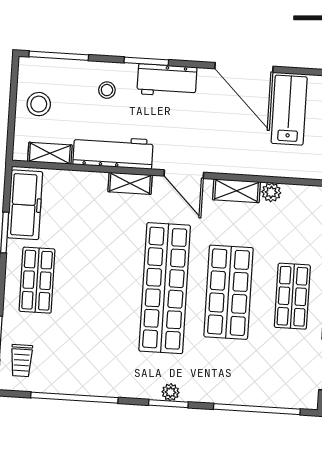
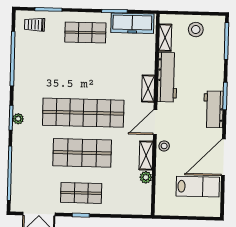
stool: (107, 90) -> (164, 146), moved

